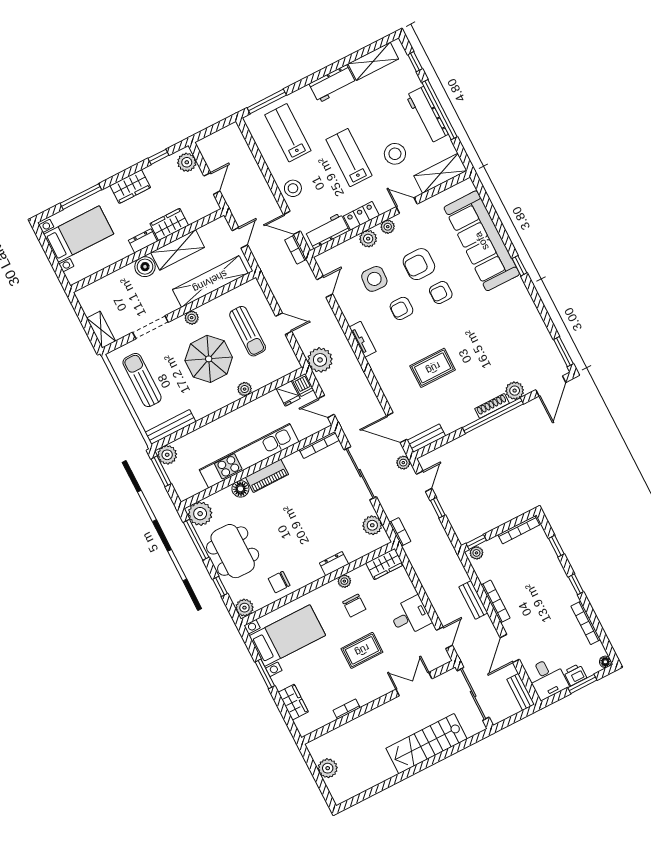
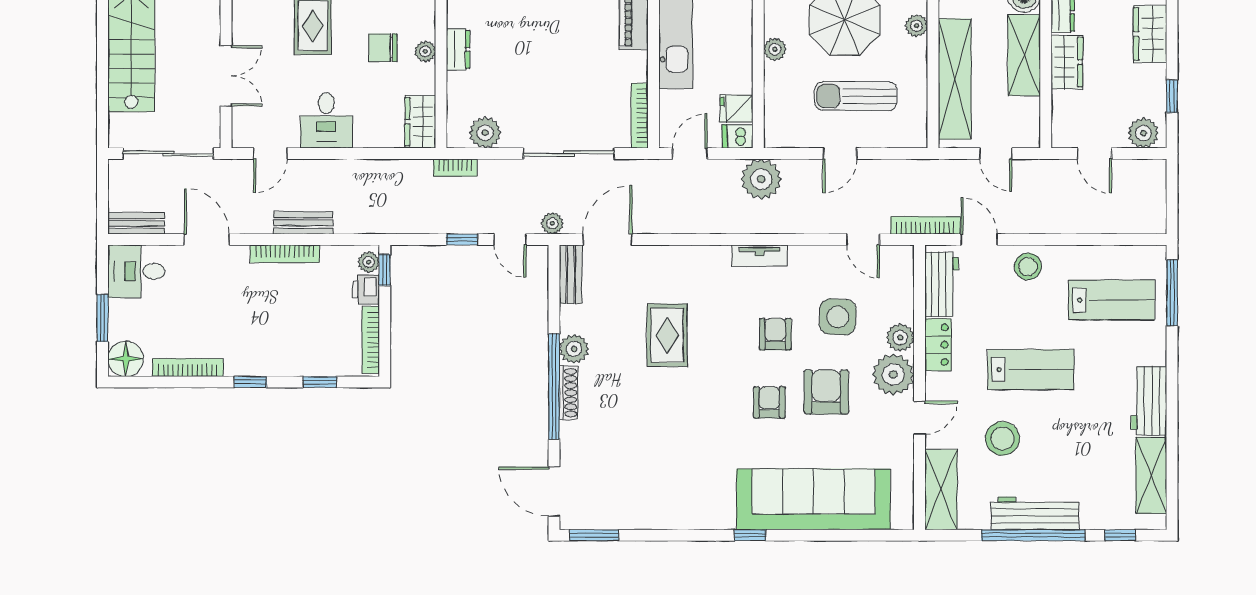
door: (292, 223) -> (979, 240), hinge flipped
plant: (388, 227) -> (893, 374), width x1.88, depth x1.88
bookcase: (296, 250) -> (925, 225), width x1.56
plant: (515, 391) -> (574, 349), moved
door: (444, 638) -> (270, 154), hinge flipped
floor lamp: (605, 662) -> (126, 359), width x1.89, depth x1.89
printer: (575, 675) -> (366, 289), moved, turned 180

